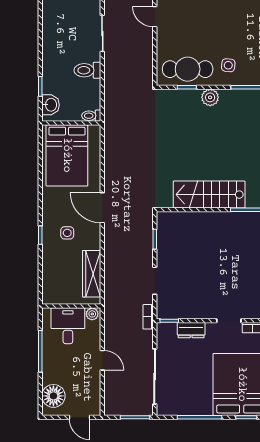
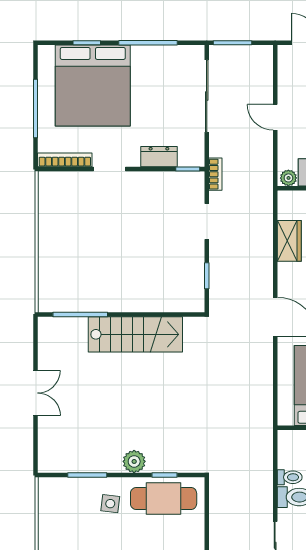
toilet: (91, 116) -> (290, 477), moved
wardrobe: (92, 274) -> (289, 241), width x0.67

